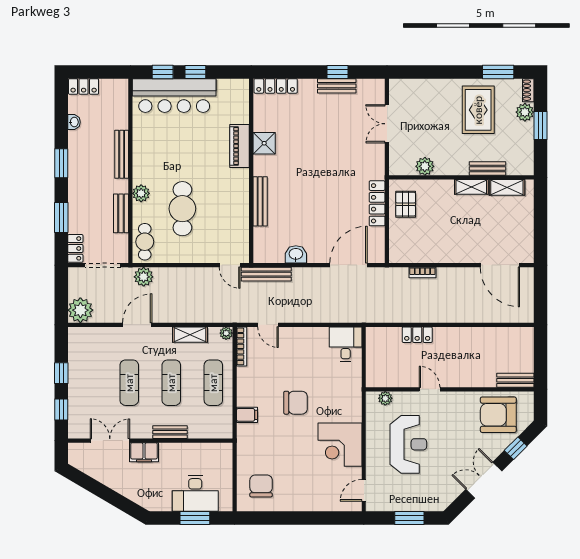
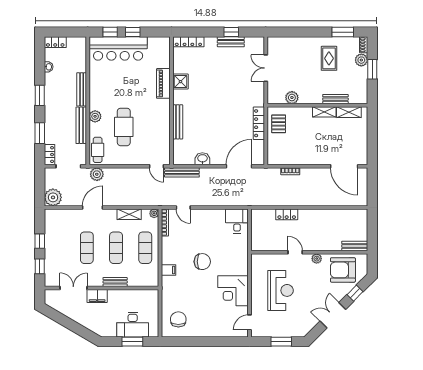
rug: (478, 110) -> (329, 58), width x0.73, depth x0.70
bench: (121, 213) -> (81, 125), width x1.36
plant: (385, 398) -> (317, 259), moved

